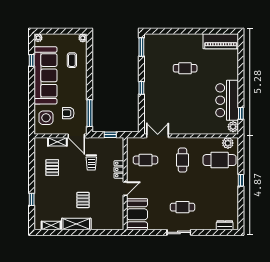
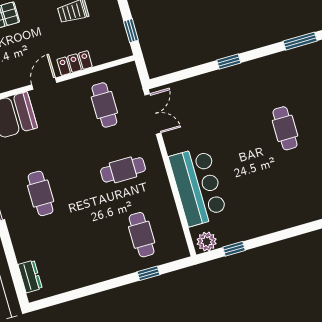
bar counter: (227, 100) -> (198, 186), moved, turned 90
plant: (228, 143) -> (175, 241), removed
cafe table: (220, 160) -> (142, 235), width x0.73, depth x0.74
window: (241, 180) -> (148, 273), moved
door: (125, 189) -> (44, 84), swing flipped

